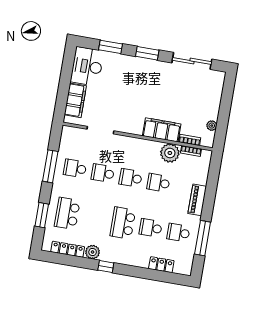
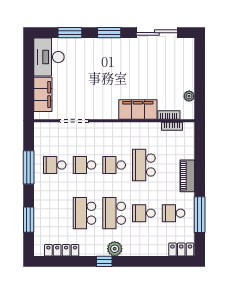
plant: (170, 153) -> (150, 132), removed
school desk: (158, 183) -> (144, 165), width x1.85
school desk: (67, 213) -> (84, 213), moved
plant: (93, 252) -> (115, 249), moved
locker: (161, 265) -> (181, 250), moved

